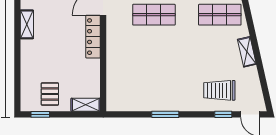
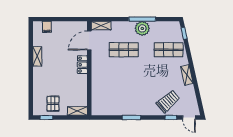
locker: (93, 37) -> (82, 65), width x0.66
trolley: (219, 90) -> (168, 101), turned 139

